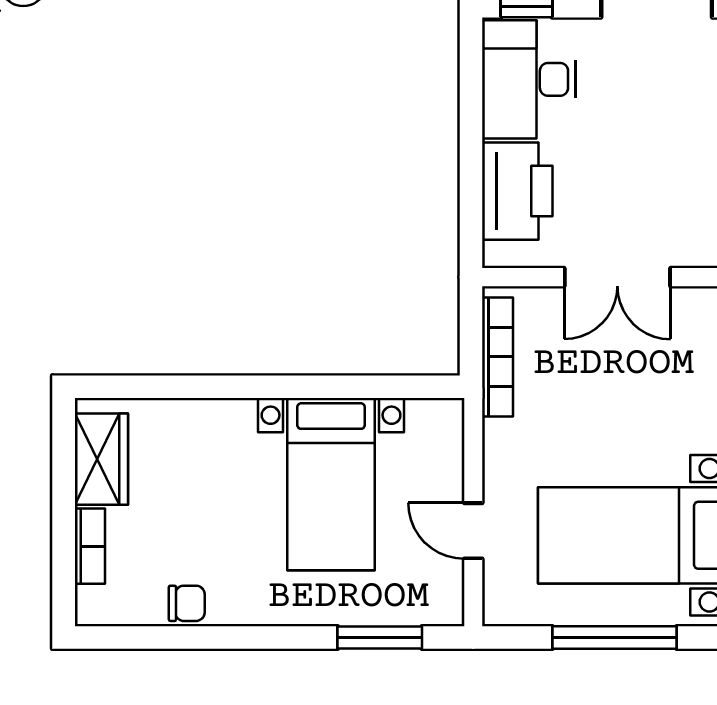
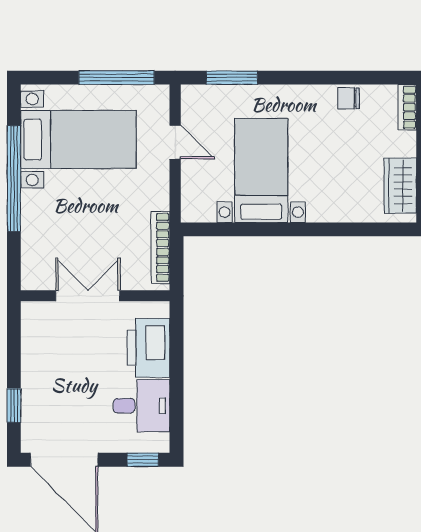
desk: (529, 79) -> (142, 406), width x0.73
bookcase: (90, 546) -> (407, 107), moved
window: (615, 637) -> (116, 78), moved

